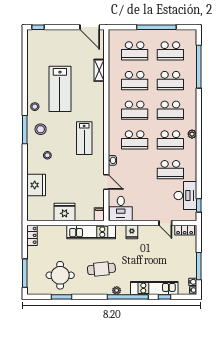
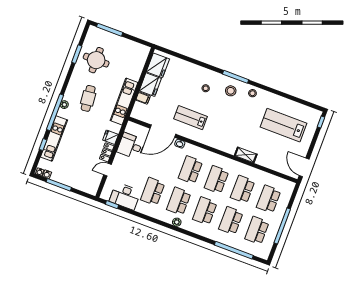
door: (90, 27) -> (304, 167), hinge flipped
shelving: (99, 70) -> (246, 155), moved
lab bench: (60, 89) -> (284, 125), moved
lab bench: (84, 138) -> (190, 118), moved
door: (106, 182) -> (163, 131), width x1.88
fridge: (36, 185) -> (158, 65), moved, turned -90
desk: (121, 209) -> (131, 146), moved
filing cabinet: (99, 214) -> (143, 98), moved
locker: (185, 230) -> (107, 152), moved
locker: (32, 235) -> (140, 49), removed

